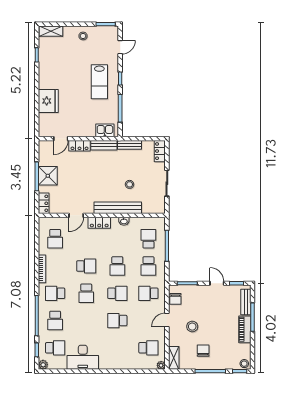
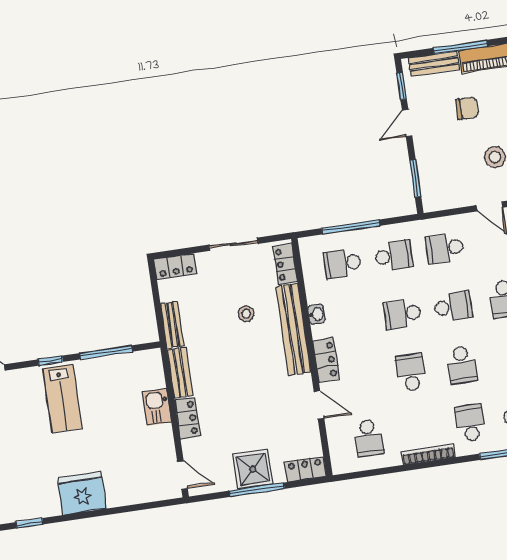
lab bench: (99, 82) -> (62, 399), turned 90
fridge: (48, 101) -> (82, 493), moved
kitchen sink: (105, 130) -> (157, 407), moved
door: (61, 139) -> (183, 475), moved
locker: (153, 209) -> (285, 264), added
school desk: (55, 239) -> (368, 438), turned 90
school desk: (117, 266) -> (402, 314), turned 180
school desk: (55, 293) -> (470, 423), turned 180
school desk: (86, 293) -> (462, 365), turned 90
school desk: (117, 293) -> (453, 306), turned 90
school desk: (148, 293) -> (445, 248), turned 90
chair: (175, 299) -> (467, 108), moved

